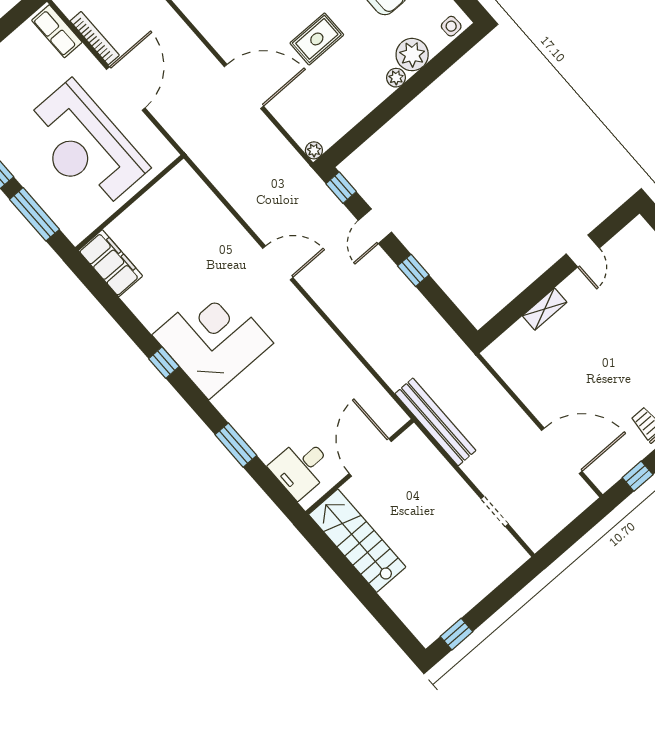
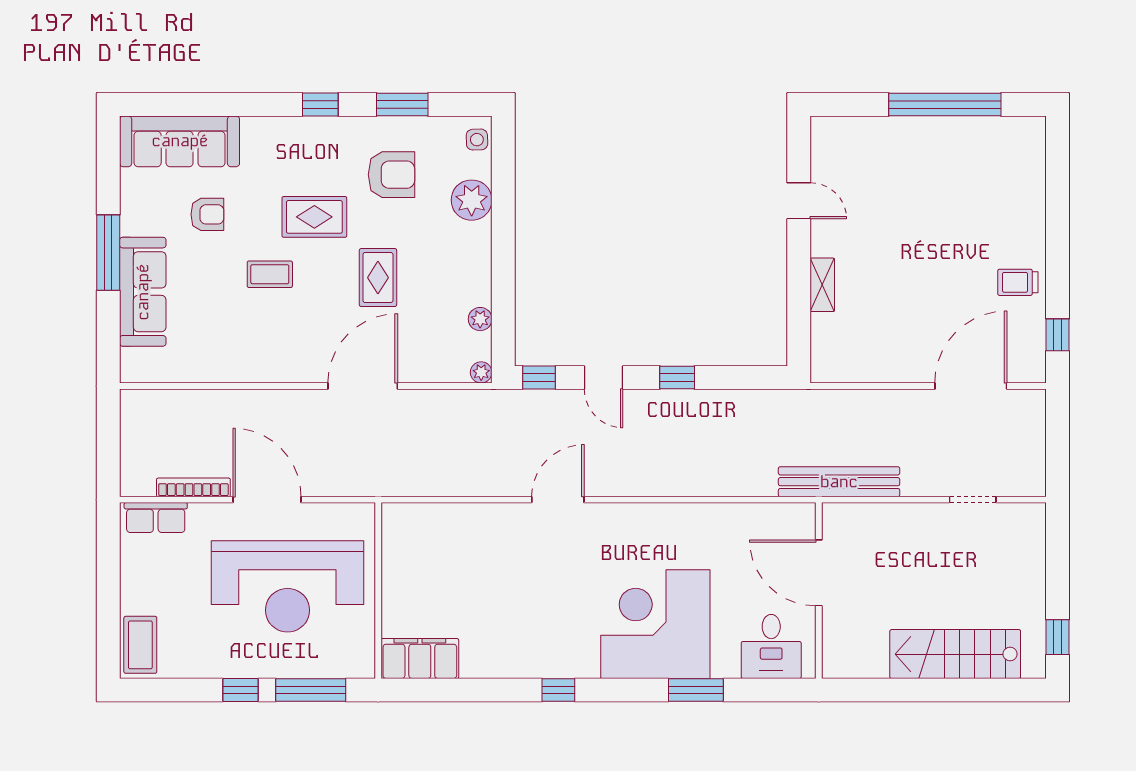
plant: (396, 78) -> (480, 319), moved
corner desk: (213, 339) -> (655, 624), moved
stairs: (357, 541) -> (955, 654), moved

